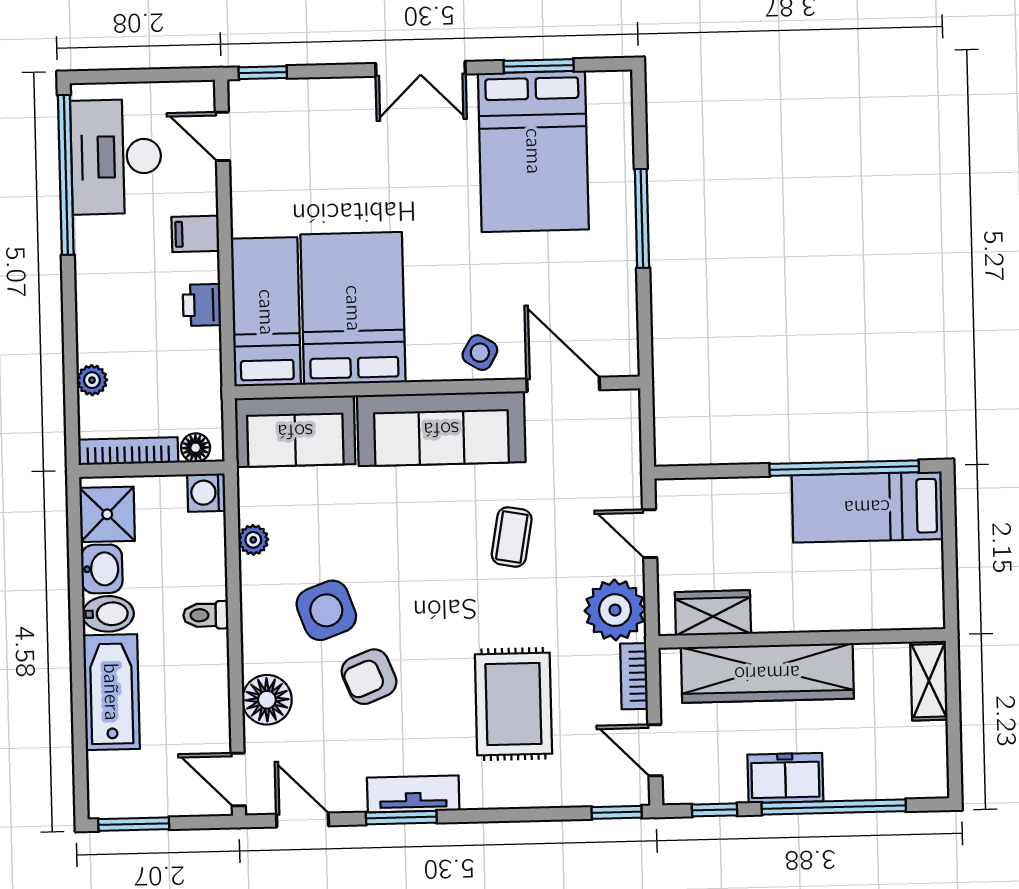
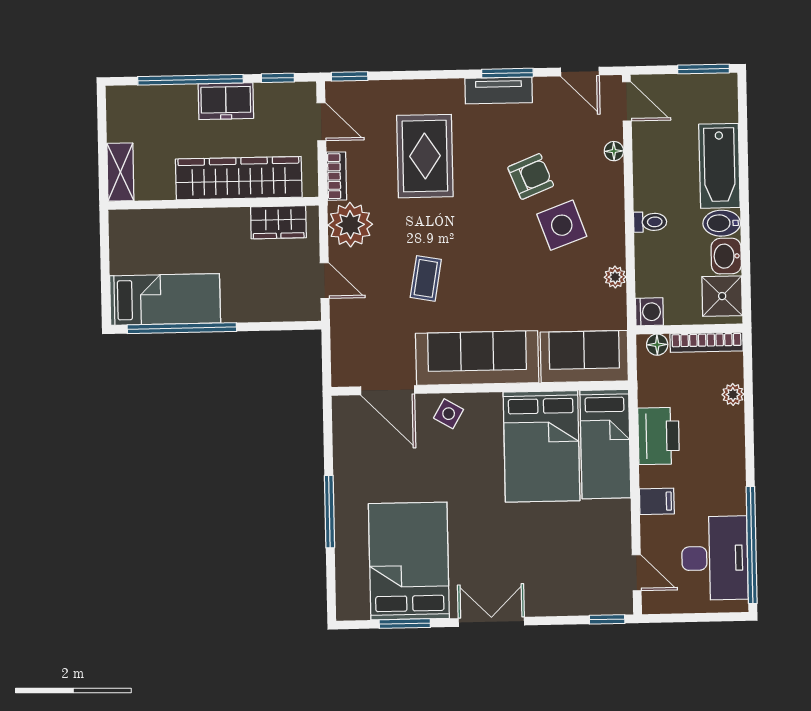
printer: (202, 305) -> (659, 436), width x1.87, depth x1.48
floor lamp: (267, 700) -> (614, 151), width x0.53, depth x0.53

